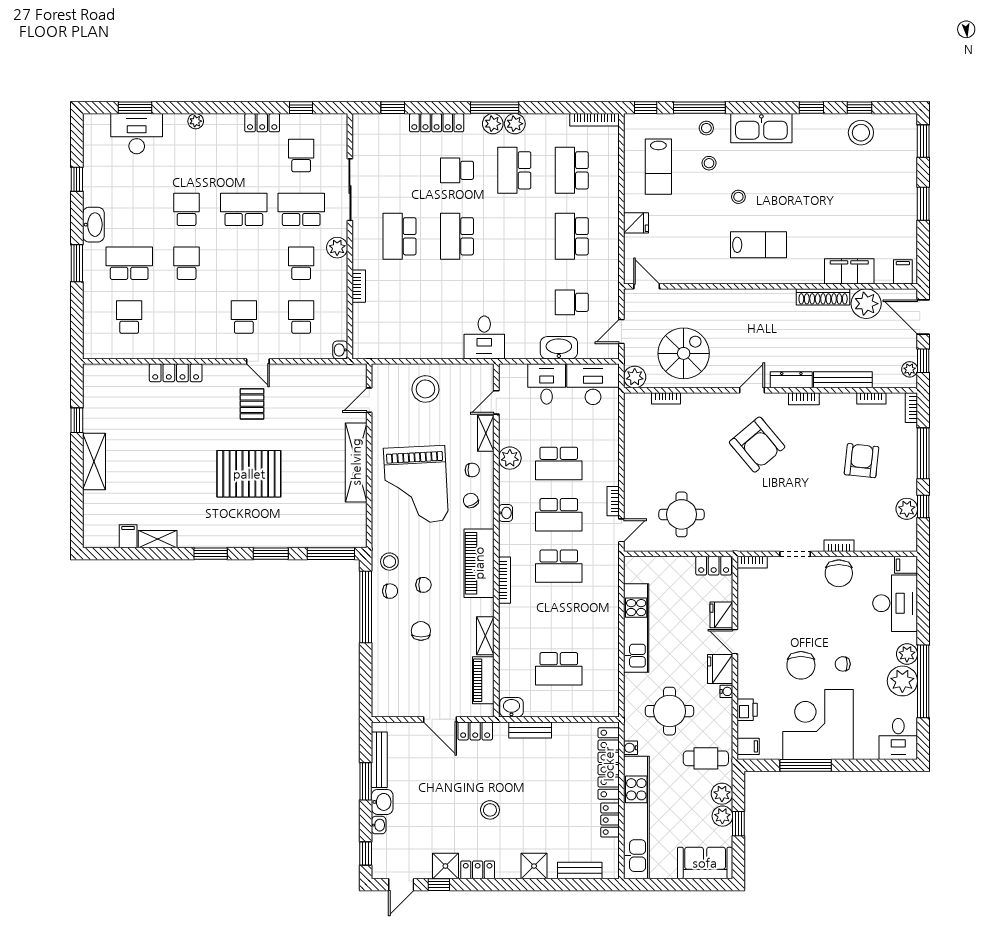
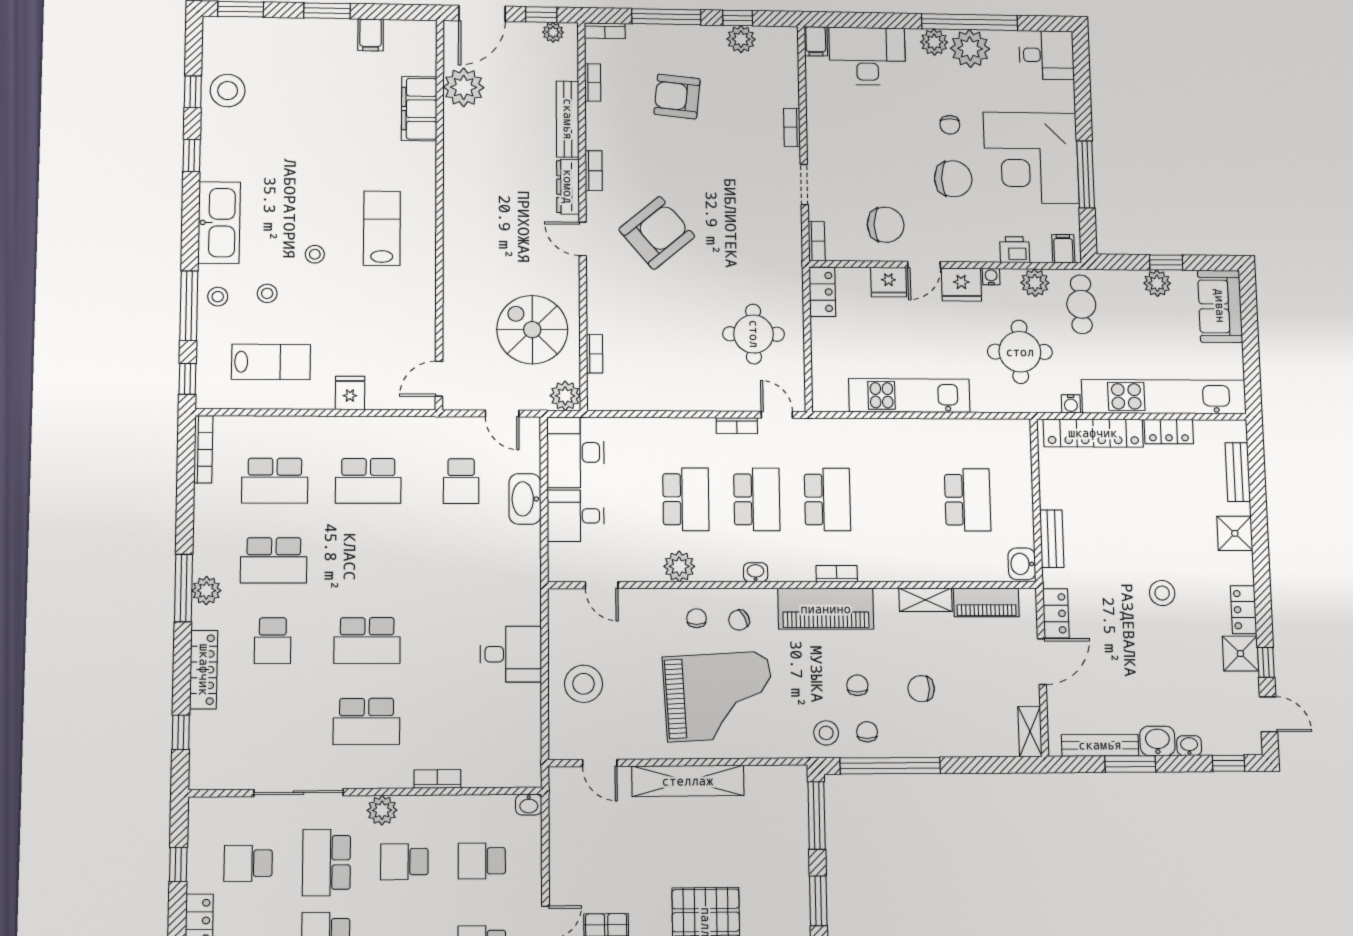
plant: (515, 124) -> (207, 560), removed
filing cabinet: (903, 272) -> (371, 35), moved, turned -90
shoe rack: (823, 297) -> (454, 144), removed
desk: (484, 337) -> (511, 654), moved
shelving: (486, 433) -> (1030, 731), moved, turned 90
chair: (839, 573) -> (886, 225), moved
bookcase: (504, 580) -> (837, 574), width x0.64
plant: (722, 794) -> (1035, 283), moved

